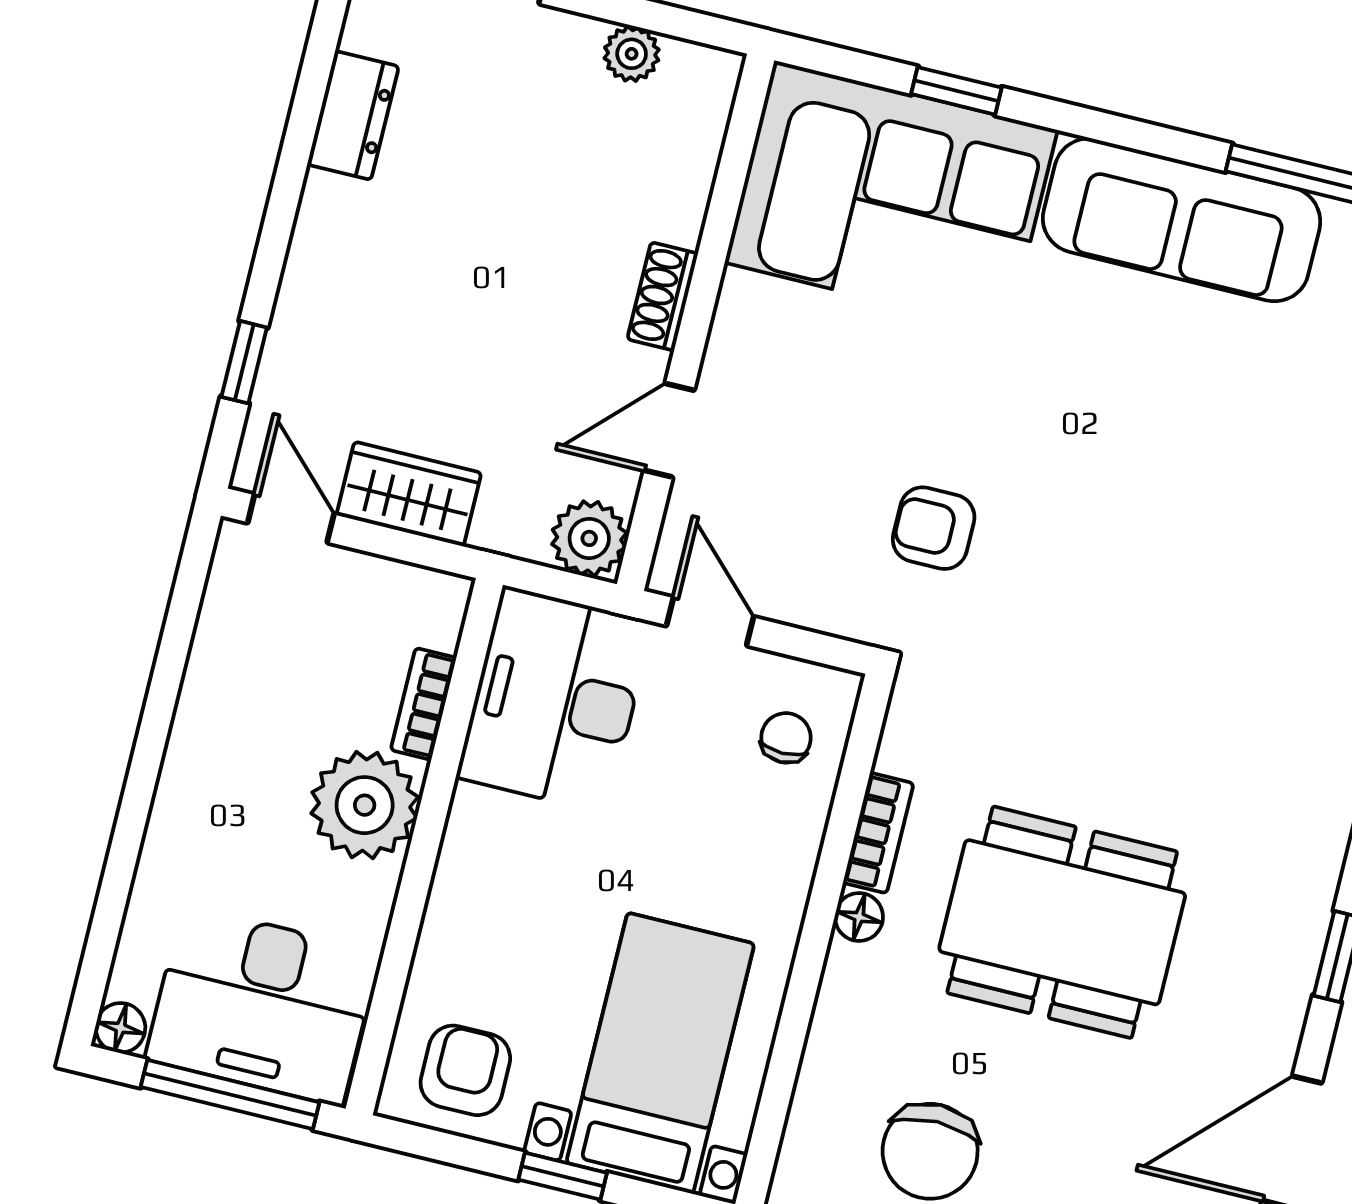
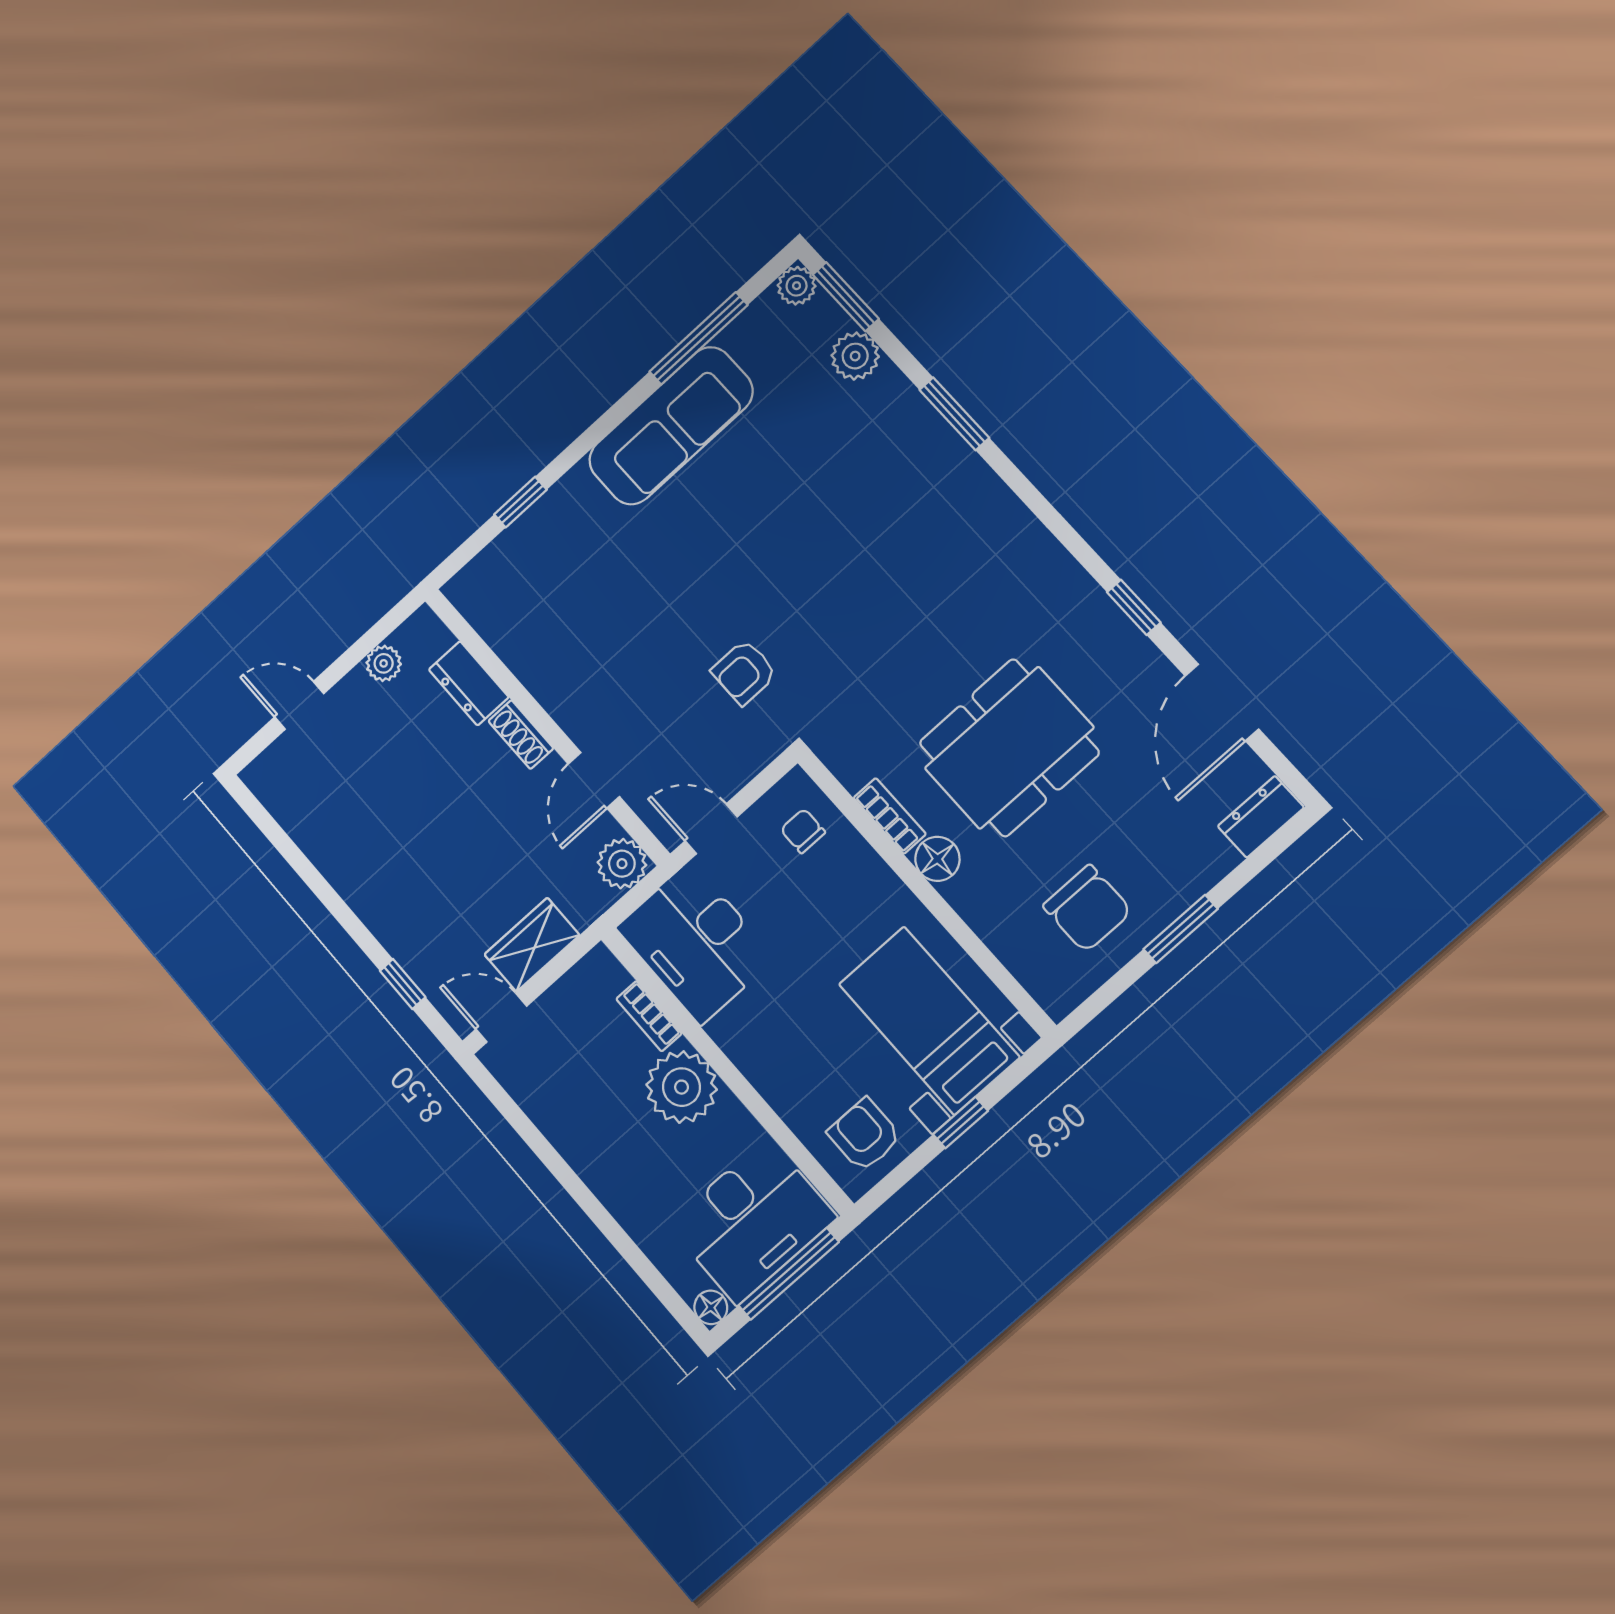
dresser: (353, 115) -> (469, 683), moved, turned 180
corner sofa: (891, 196) -> (552, 575), removed
floor lamp: (859, 917) -> (937, 859), width x1.37, depth x1.37

